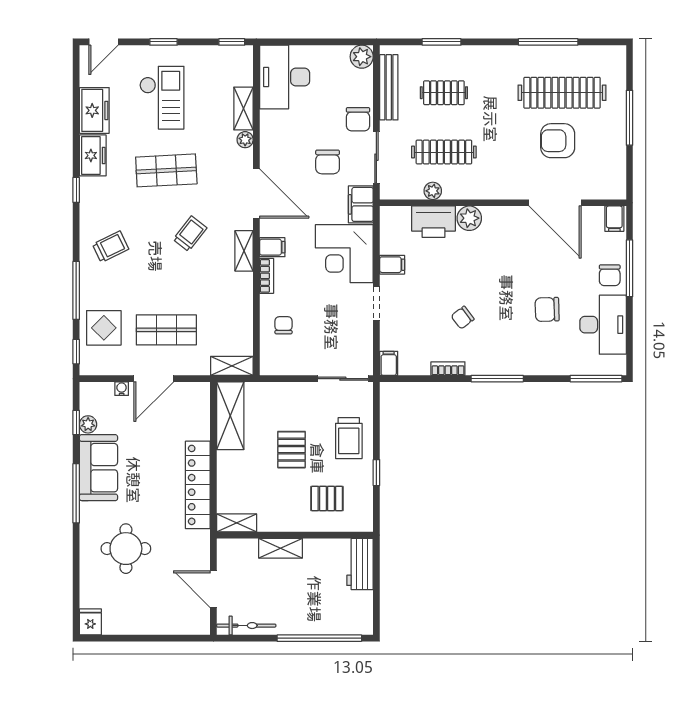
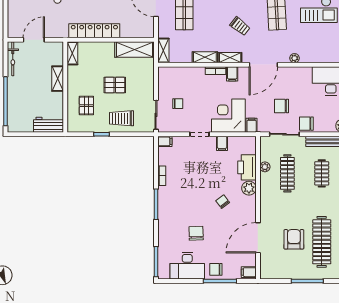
shelving: (243, 108) -> (205, 57), moved
filing cabinet: (361, 204) -> (252, 125), width x0.50
chair: (463, 318) -> (223, 202), moved
chair: (284, 325) -> (178, 104), moved

